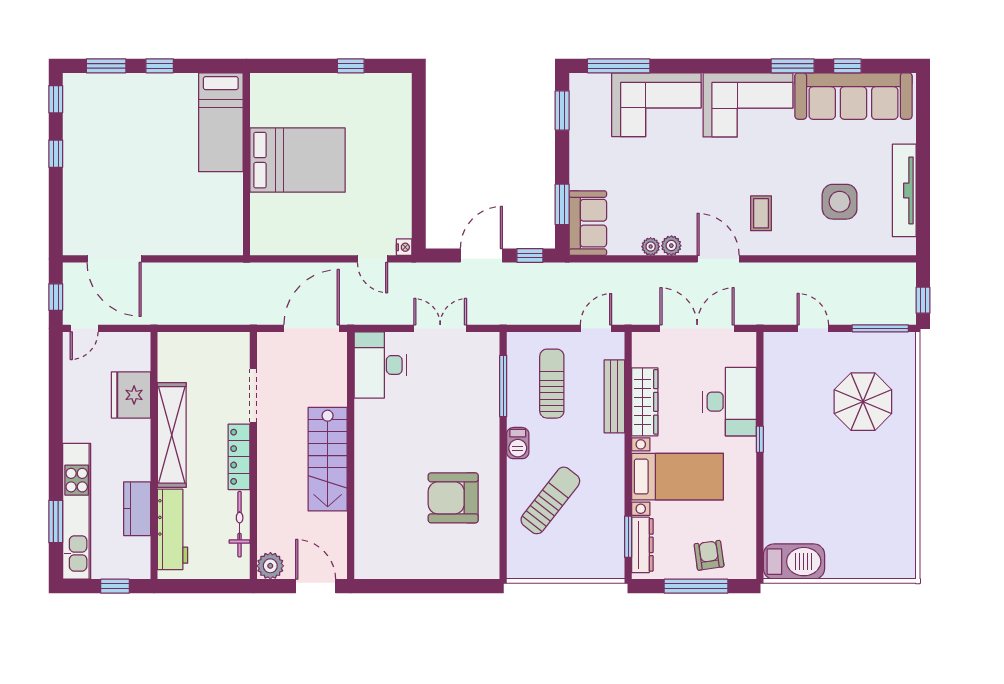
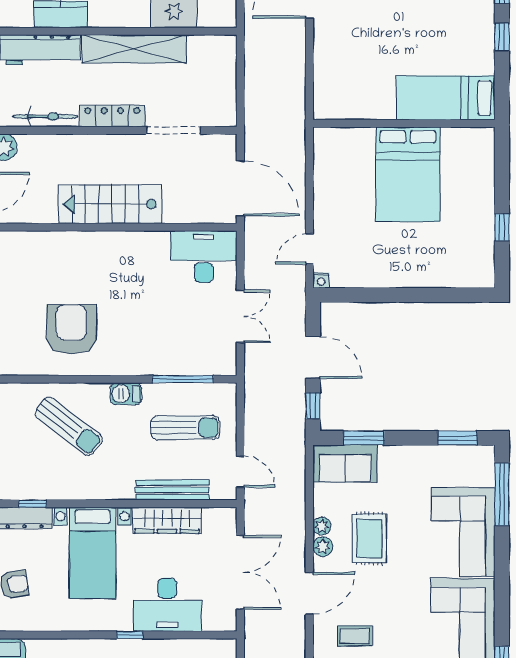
rug: (663, 199) -> (369, 539), added
window: (628, 537) -> (33, 504), width x0.67

